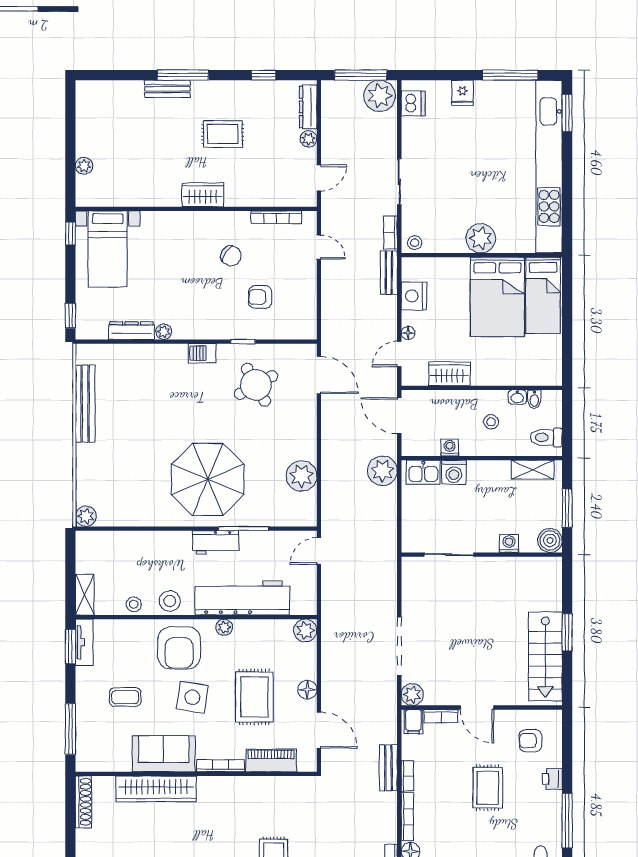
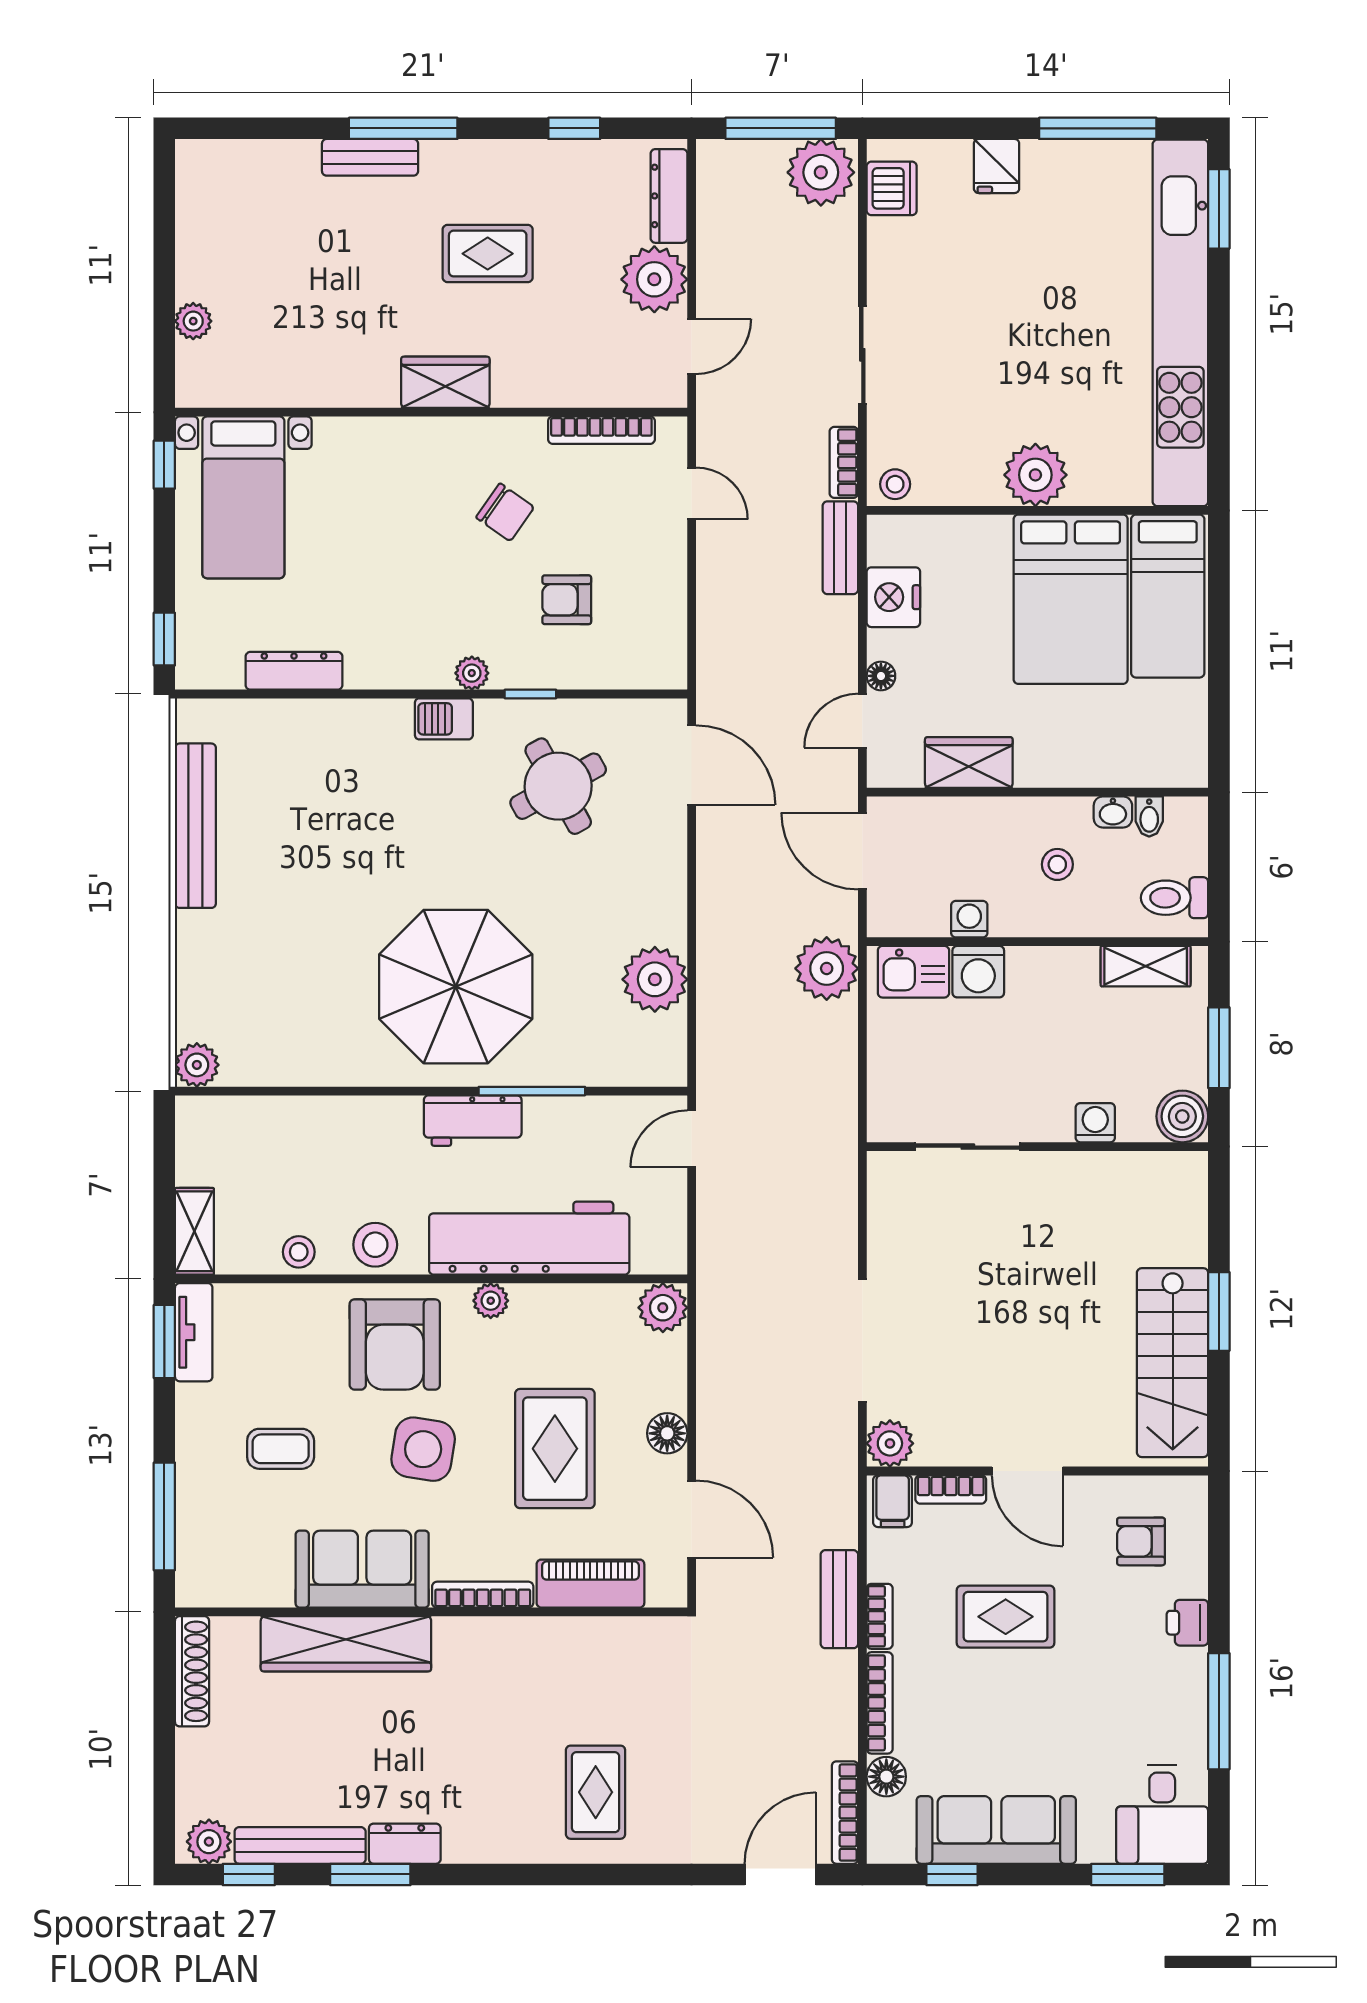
plant: (308, 139) -> (654, 279), width x1.87, depth x1.87
plant: (164, 332) -> (472, 673), moved
rug: (488, 788) -> (1006, 1617), moved, turned 90

